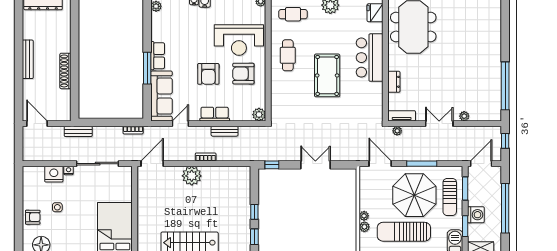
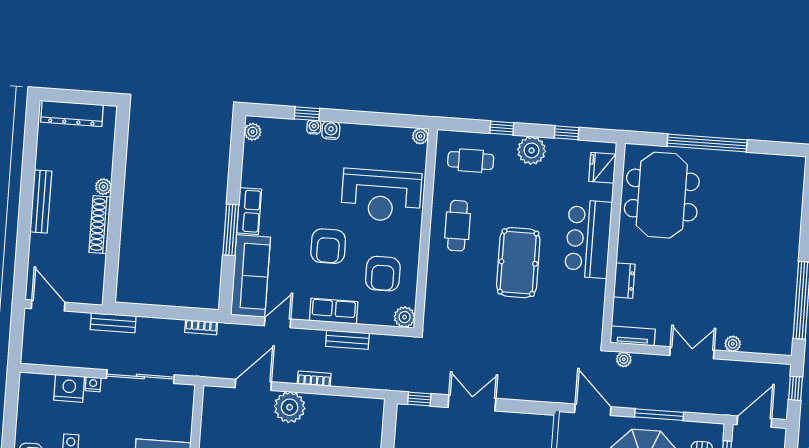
plant: (66, 47) -> (103, 187), added
armchair: (243, 74) -> (383, 274), moved, turned -90
door: (152, 164) -> (253, 385), moved
double door: (315, 165) -> (472, 403), moved

